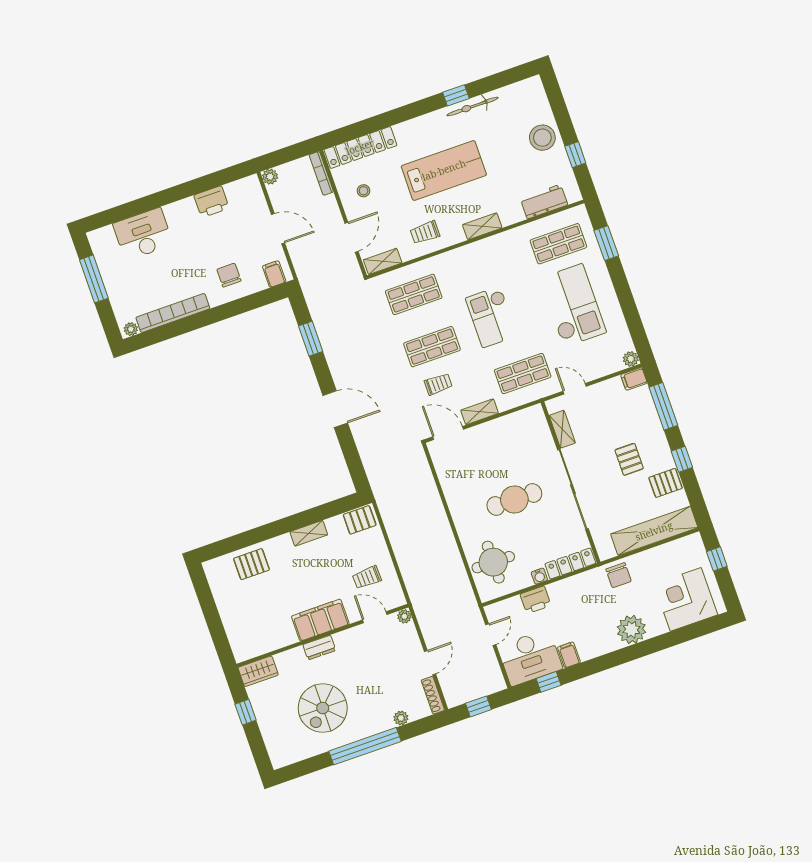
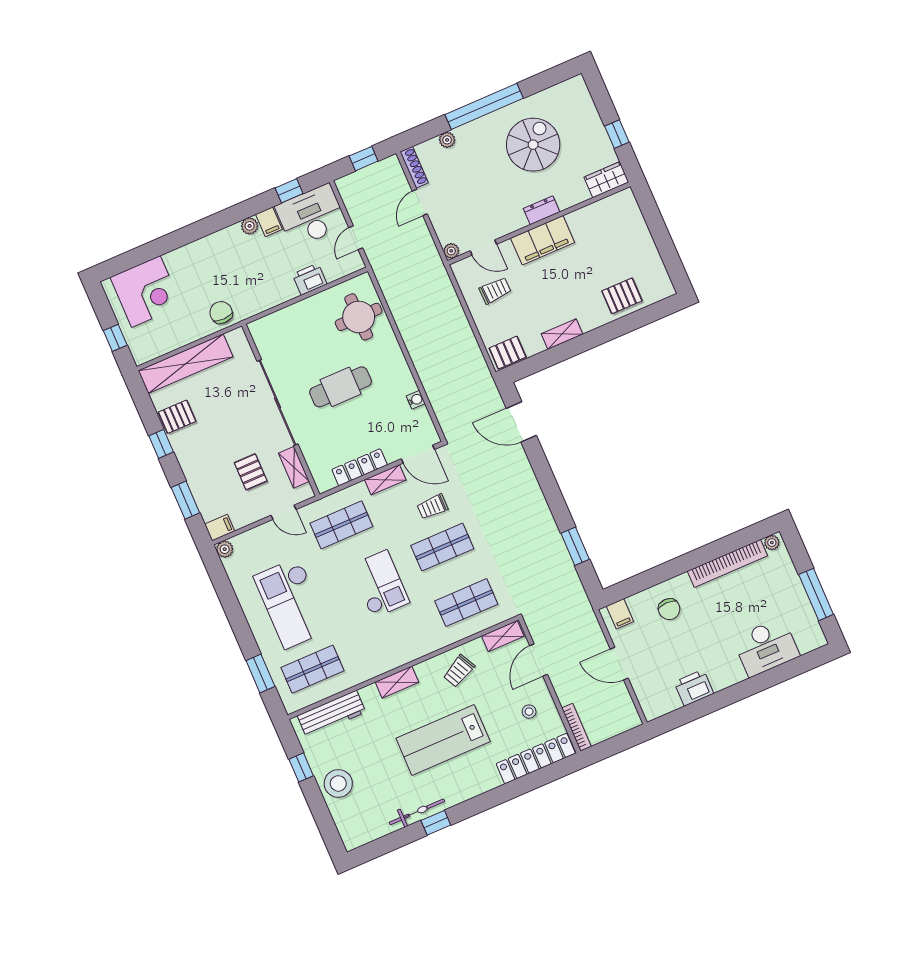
plant: (270, 177) -> (632, 720), removed
workbench: (544, 202) -> (332, 714), width x1.38
trolley: (425, 232) -> (459, 671), turned 153
window: (663, 406) -> (185, 500), width x0.69
door: (335, 409) -> (521, 422), moved
pallet: (629, 459) -> (251, 472), moved
locker: (570, 564) -> (360, 467), moved, turned 180
water cooler: (539, 576) -> (416, 400), moved, turned 90
plant: (631, 630) -> (250, 226), moved, width x0.53, depth x0.53

